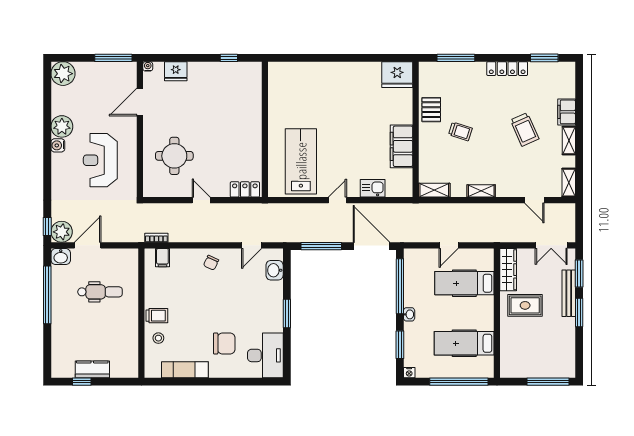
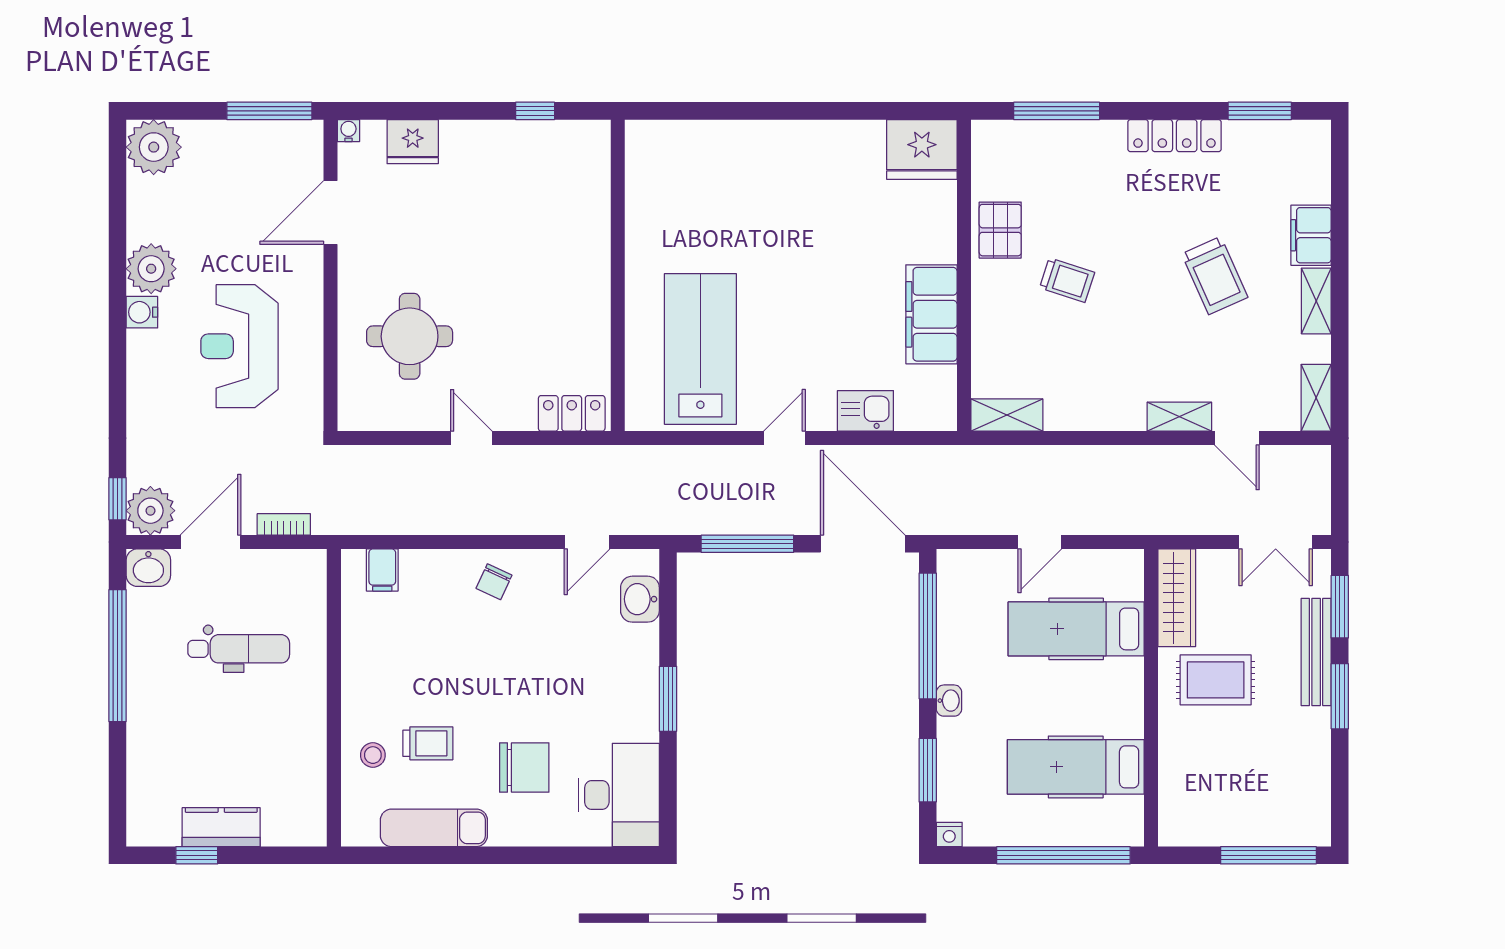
shelving: (481, 191) -> (1179, 417), moved
bookcase: (156, 238) -> (284, 524), moved
trolley: (157, 316) -> (428, 743), moved

